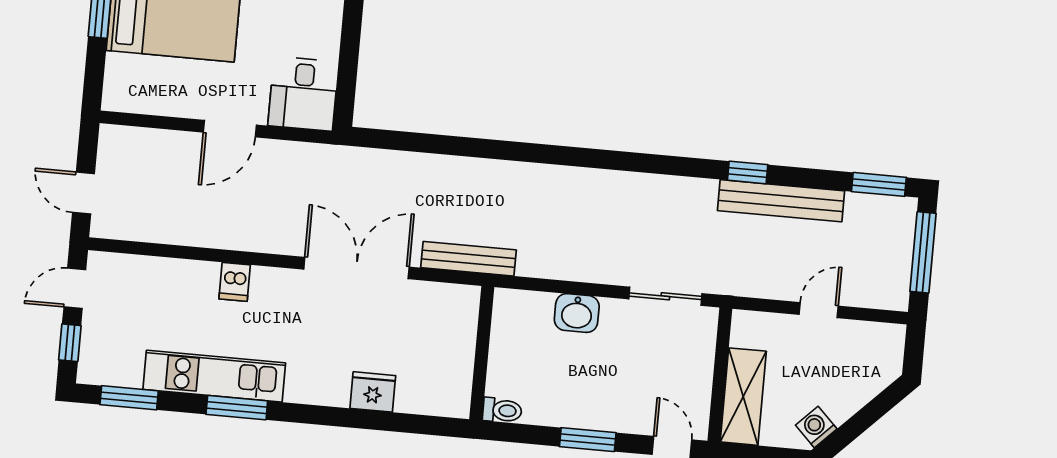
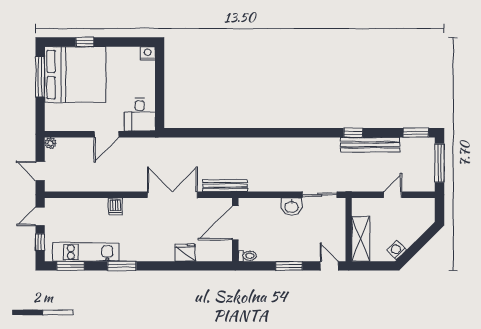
plant: (111, 137) -> (51, 143), added
washbasin: (577, 313) -> (292, 207), moved
door: (483, 339) -> (235, 223), added
kitchen unit: (214, 376) -> (86, 252), moved

